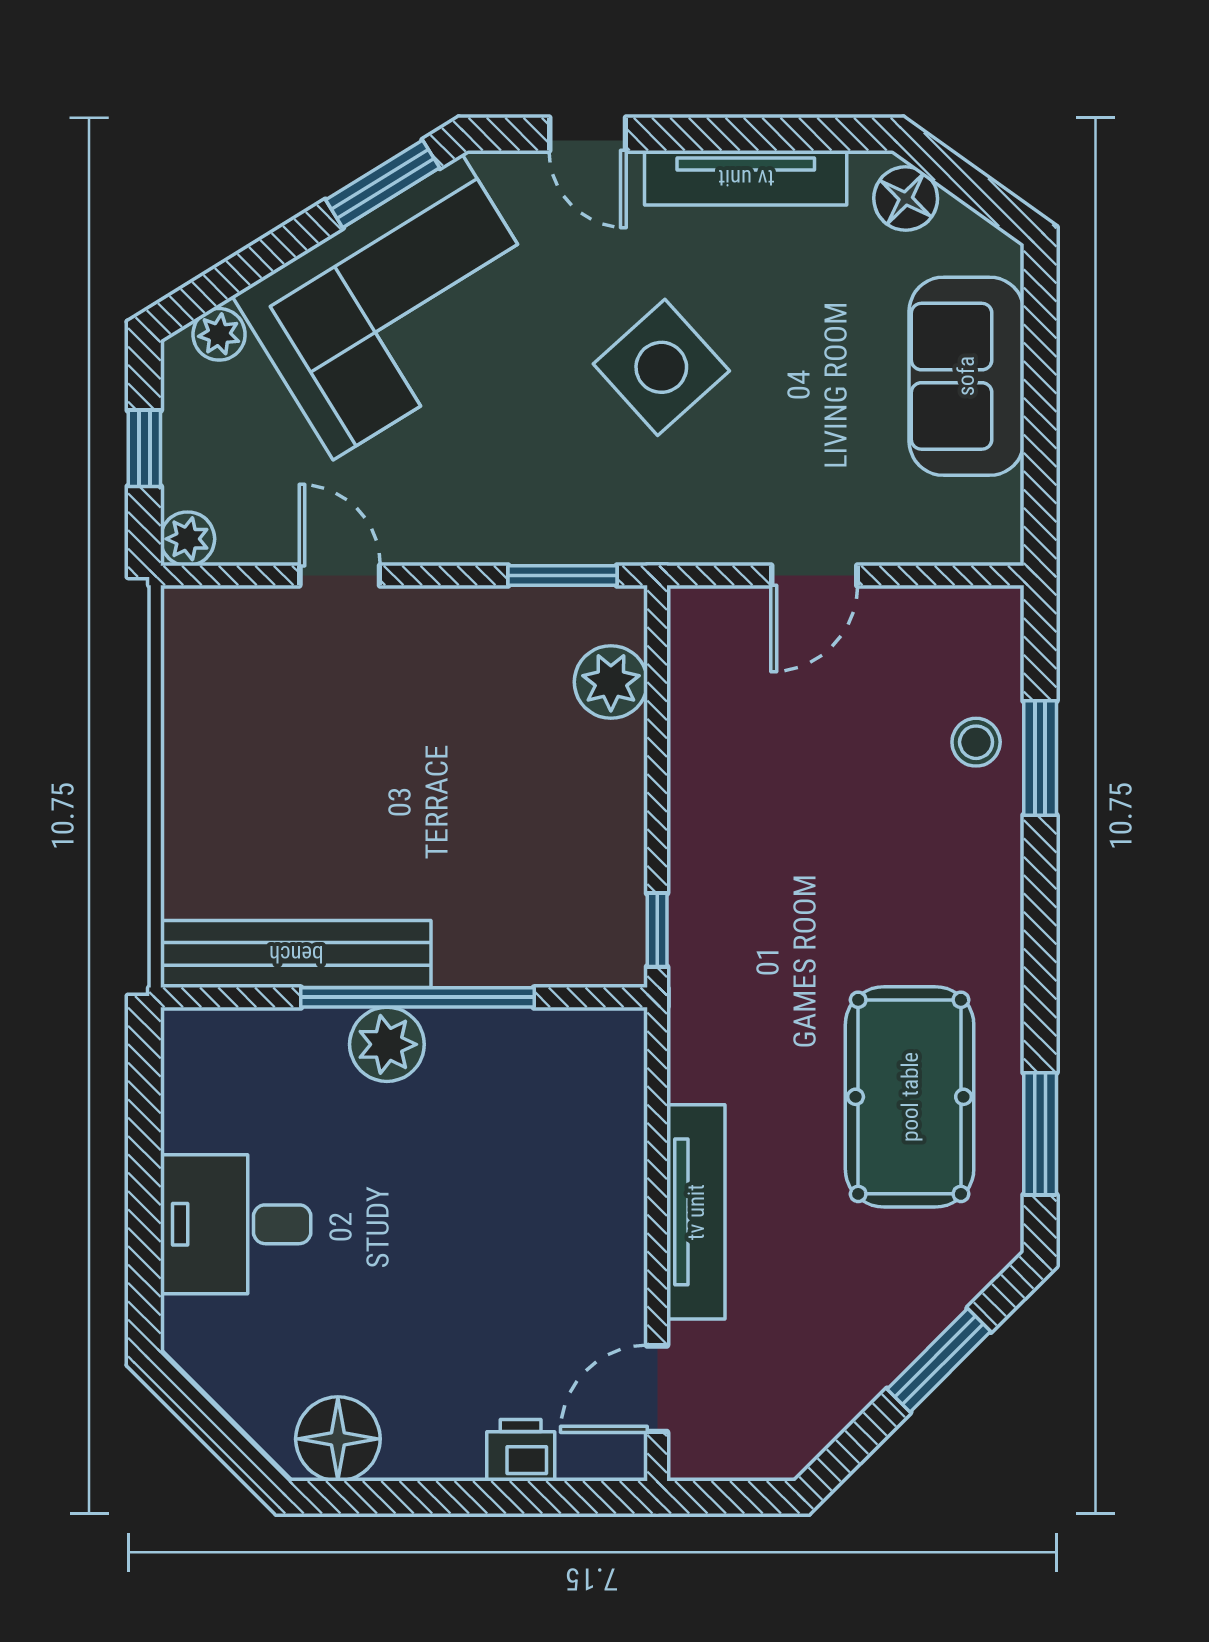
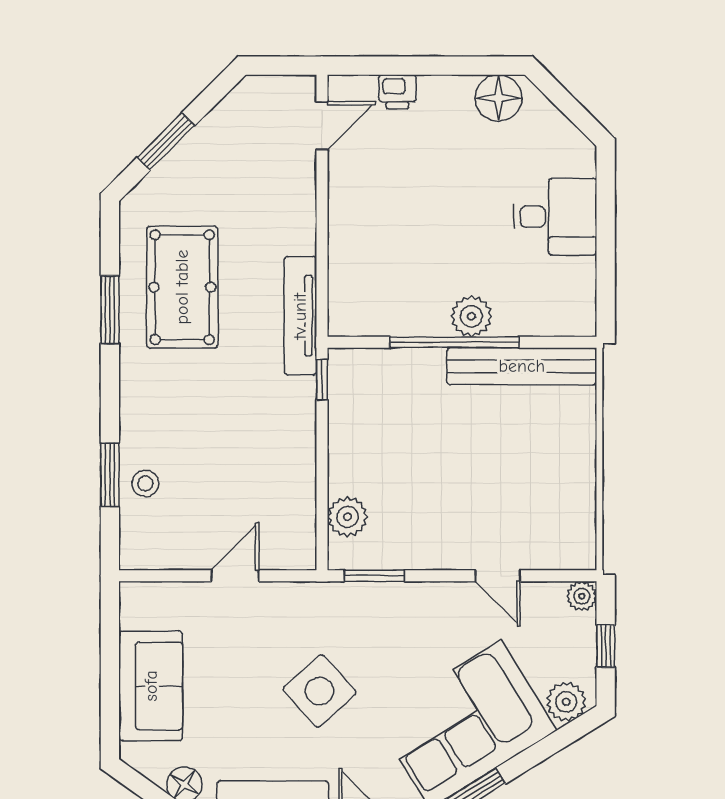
plant: (219, 334) -> (566, 702), width x1.38, depth x1.38
window: (1040, 1134) -> (110, 310), moved
tv unit: (696, 1212) -> (300, 316), moved

